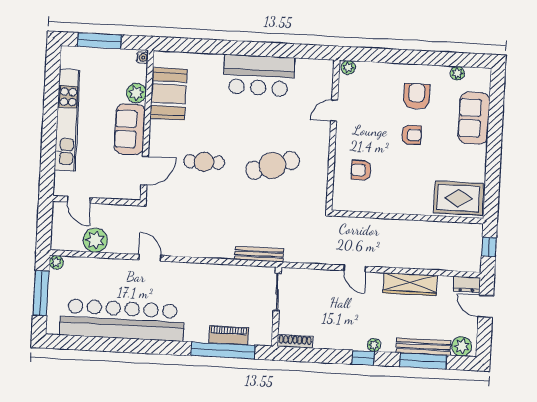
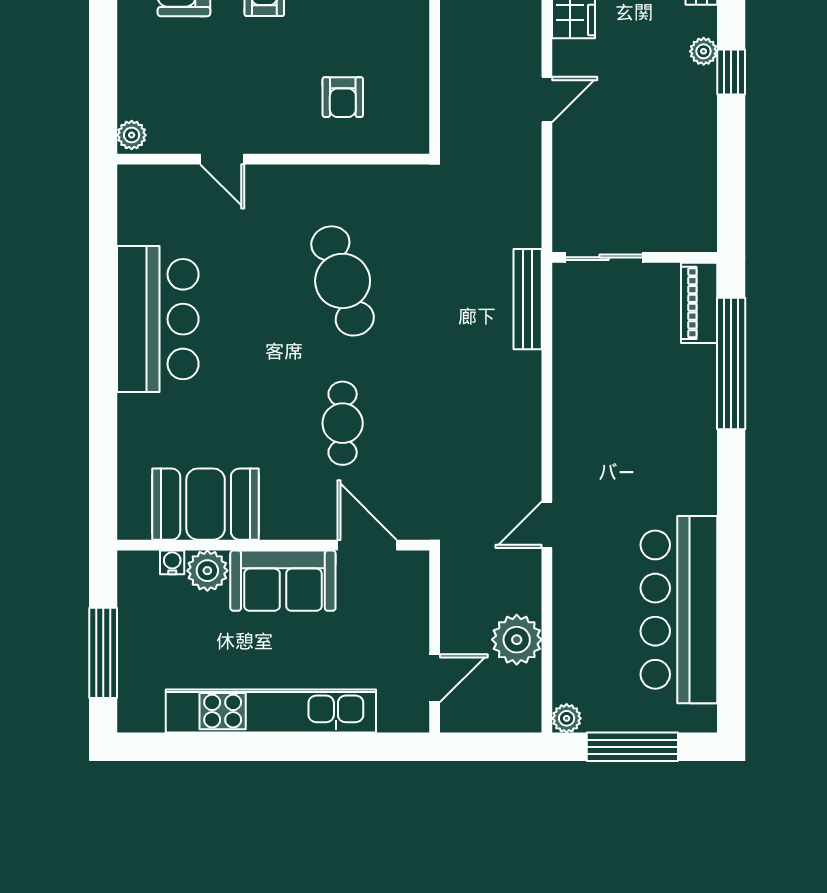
water cooler: (142, 58) -> (172, 562), moved
bar counter: (122, 320) -> (679, 610), width x0.73
piano: (229, 335) -> (699, 303), moved
shoe rack: (295, 341) -> (705, 215), removed

